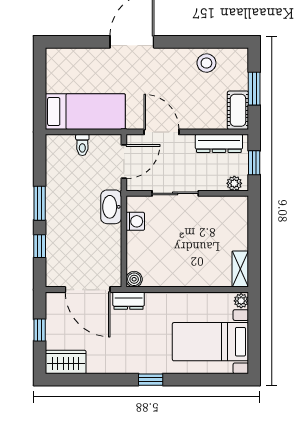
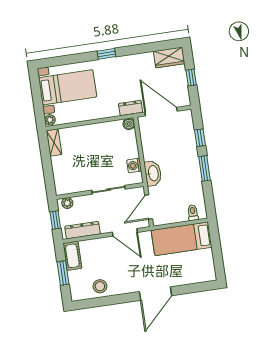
toilet: (82, 145) -> (193, 213), moved

